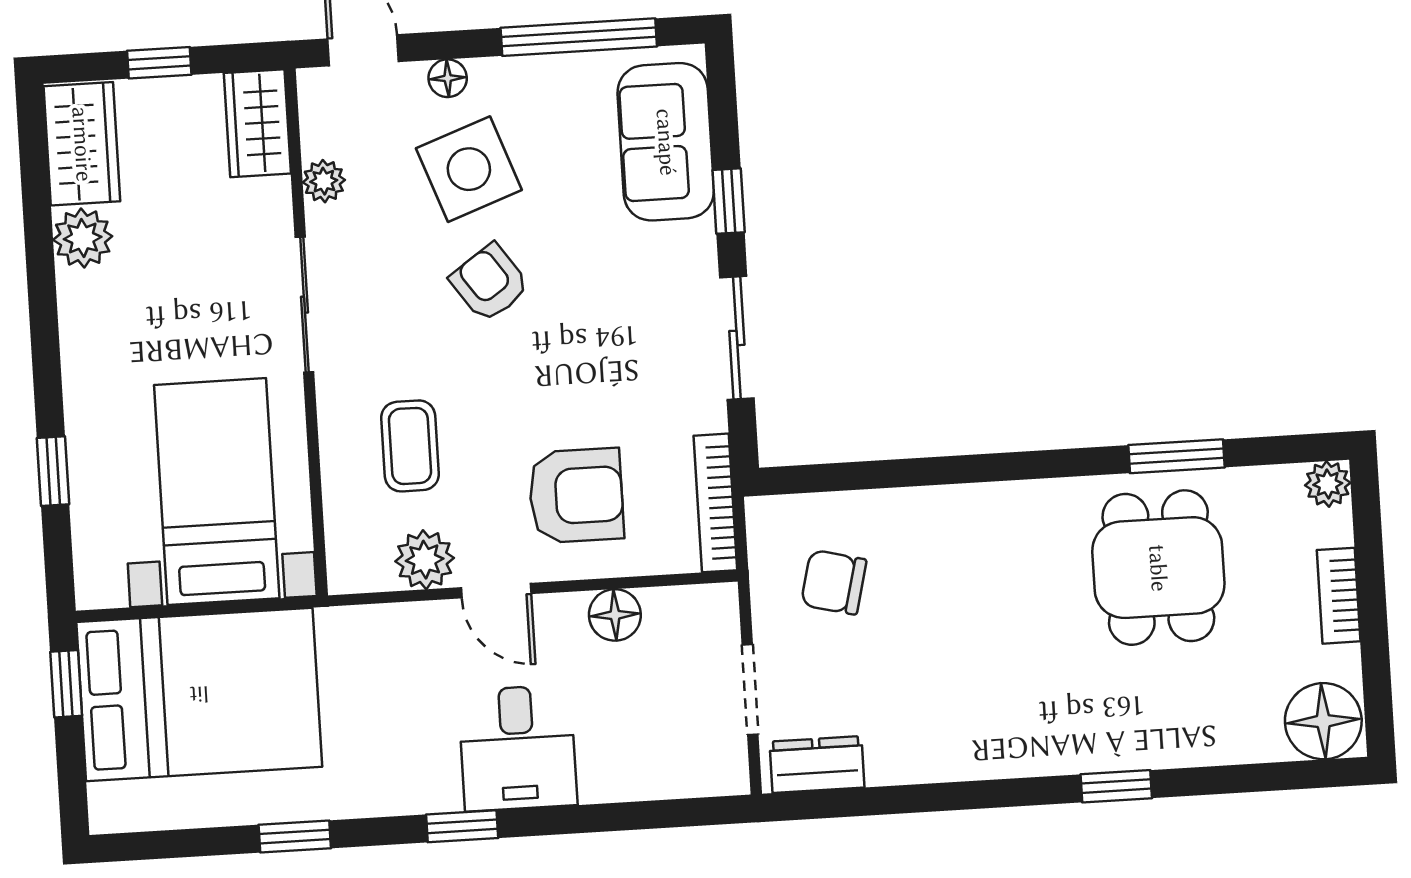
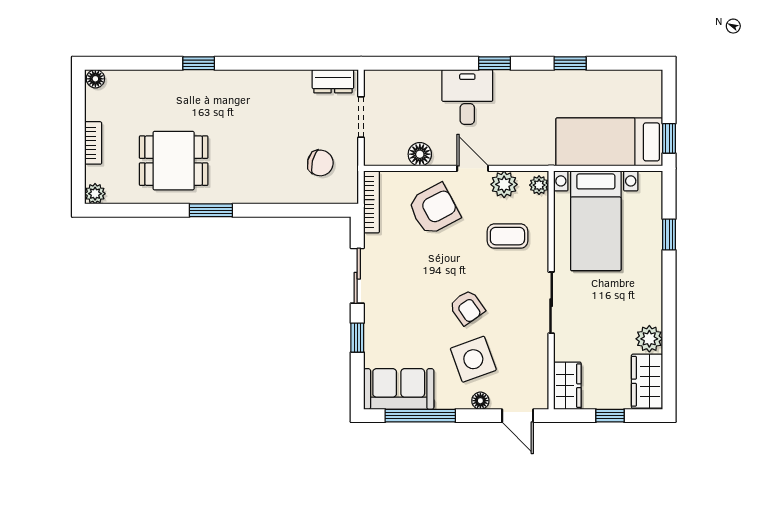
sofa: (666, 142) -> (399, 389), moved, turned -90
plant: (324, 181) -> (539, 185), moved
coffee table: (410, 446) -> (507, 236), turned 90
window: (1177, 456) -> (211, 210), moved
armchair: (576, 496) -> (434, 209), turned 152
dining table: (1158, 568) -> (174, 161), turned 90
bed: (199, 694) -> (609, 142), width x0.67
floor lamp: (1323, 721) -> (95, 79), width x0.53, depth x0.53

